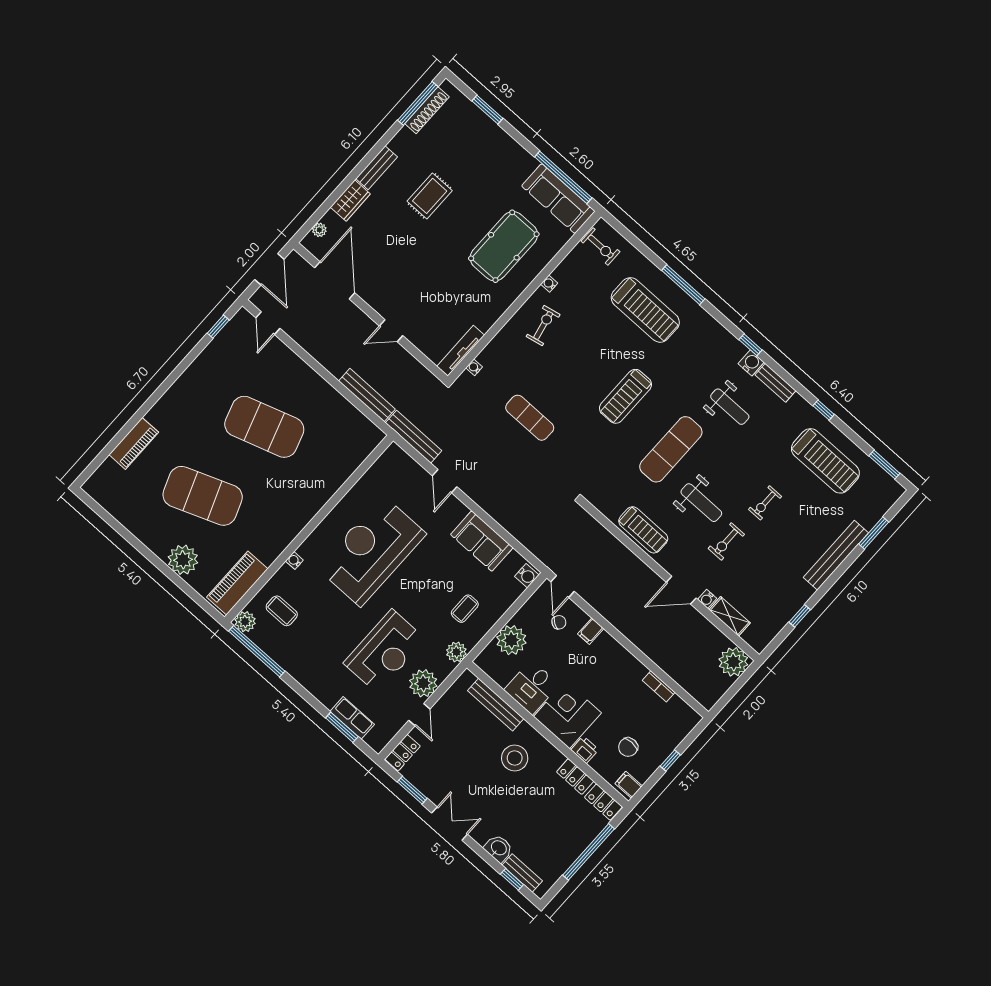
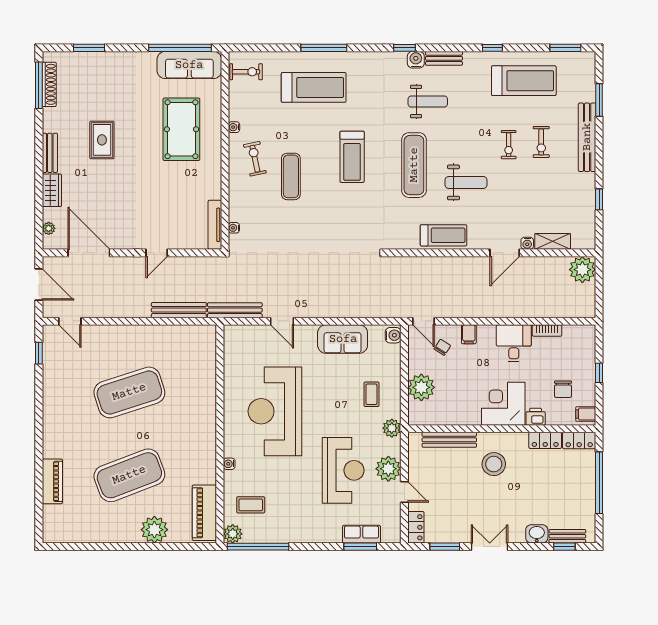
exercise mat: (530, 418) -> (291, 176), moved, turned 90
exercise bike: (726, 541) -> (541, 142), moved
desk: (532, 687) -> (514, 343), moved, turned 180

